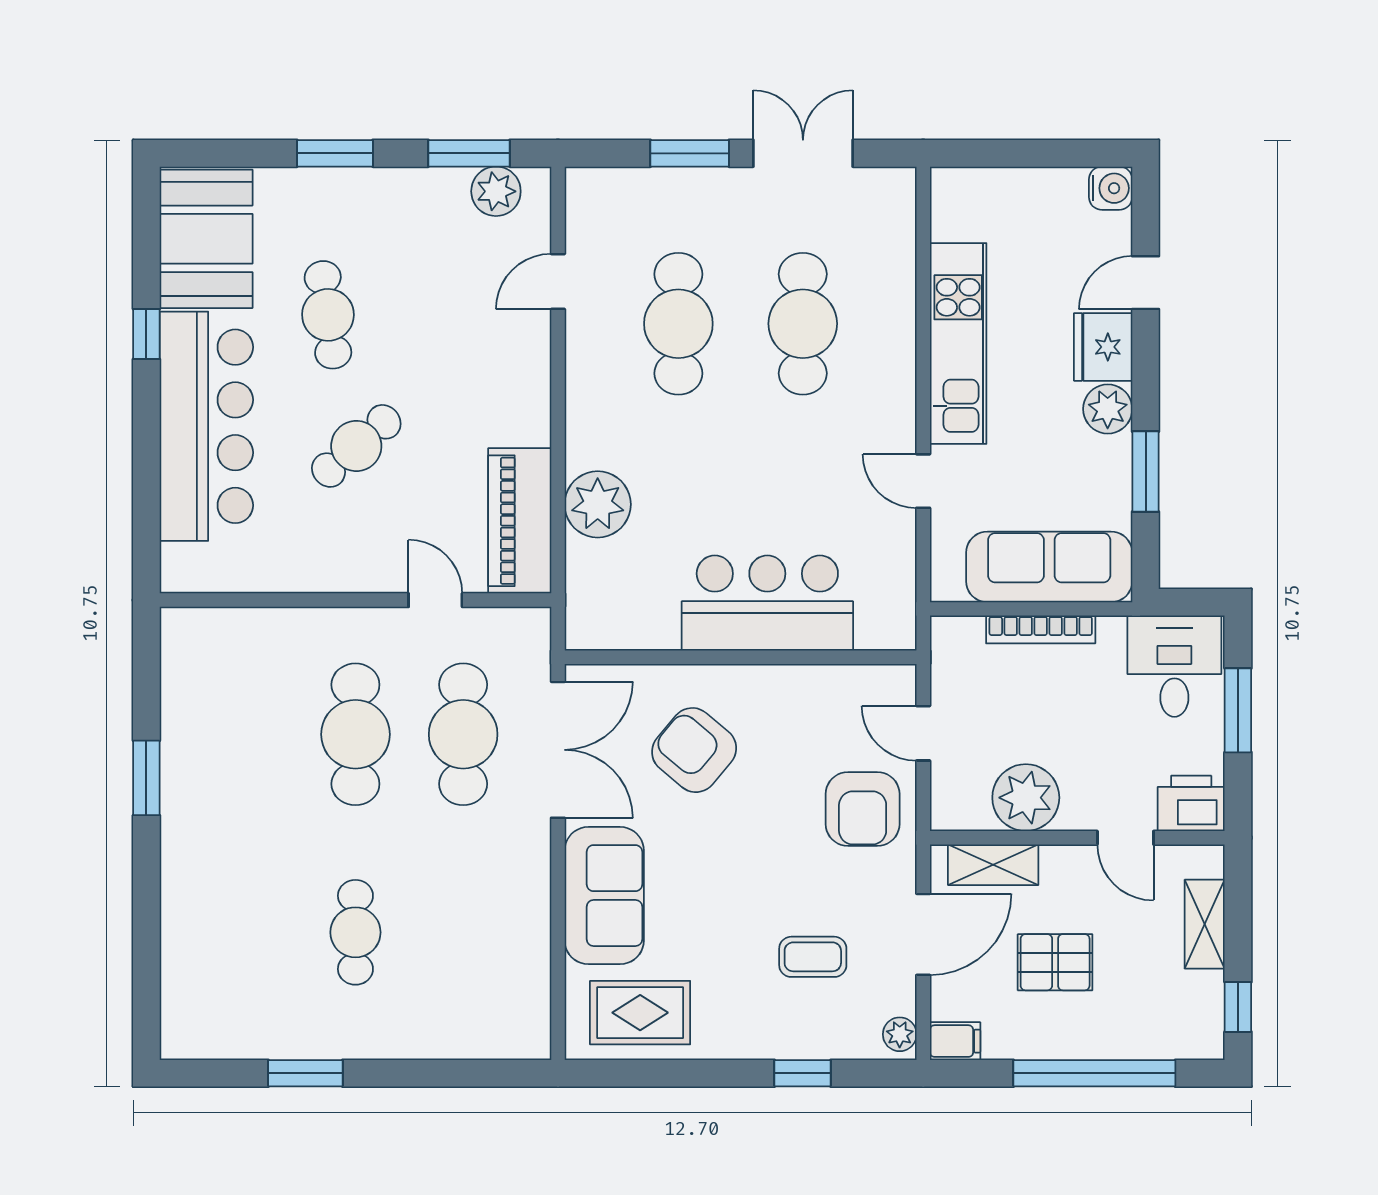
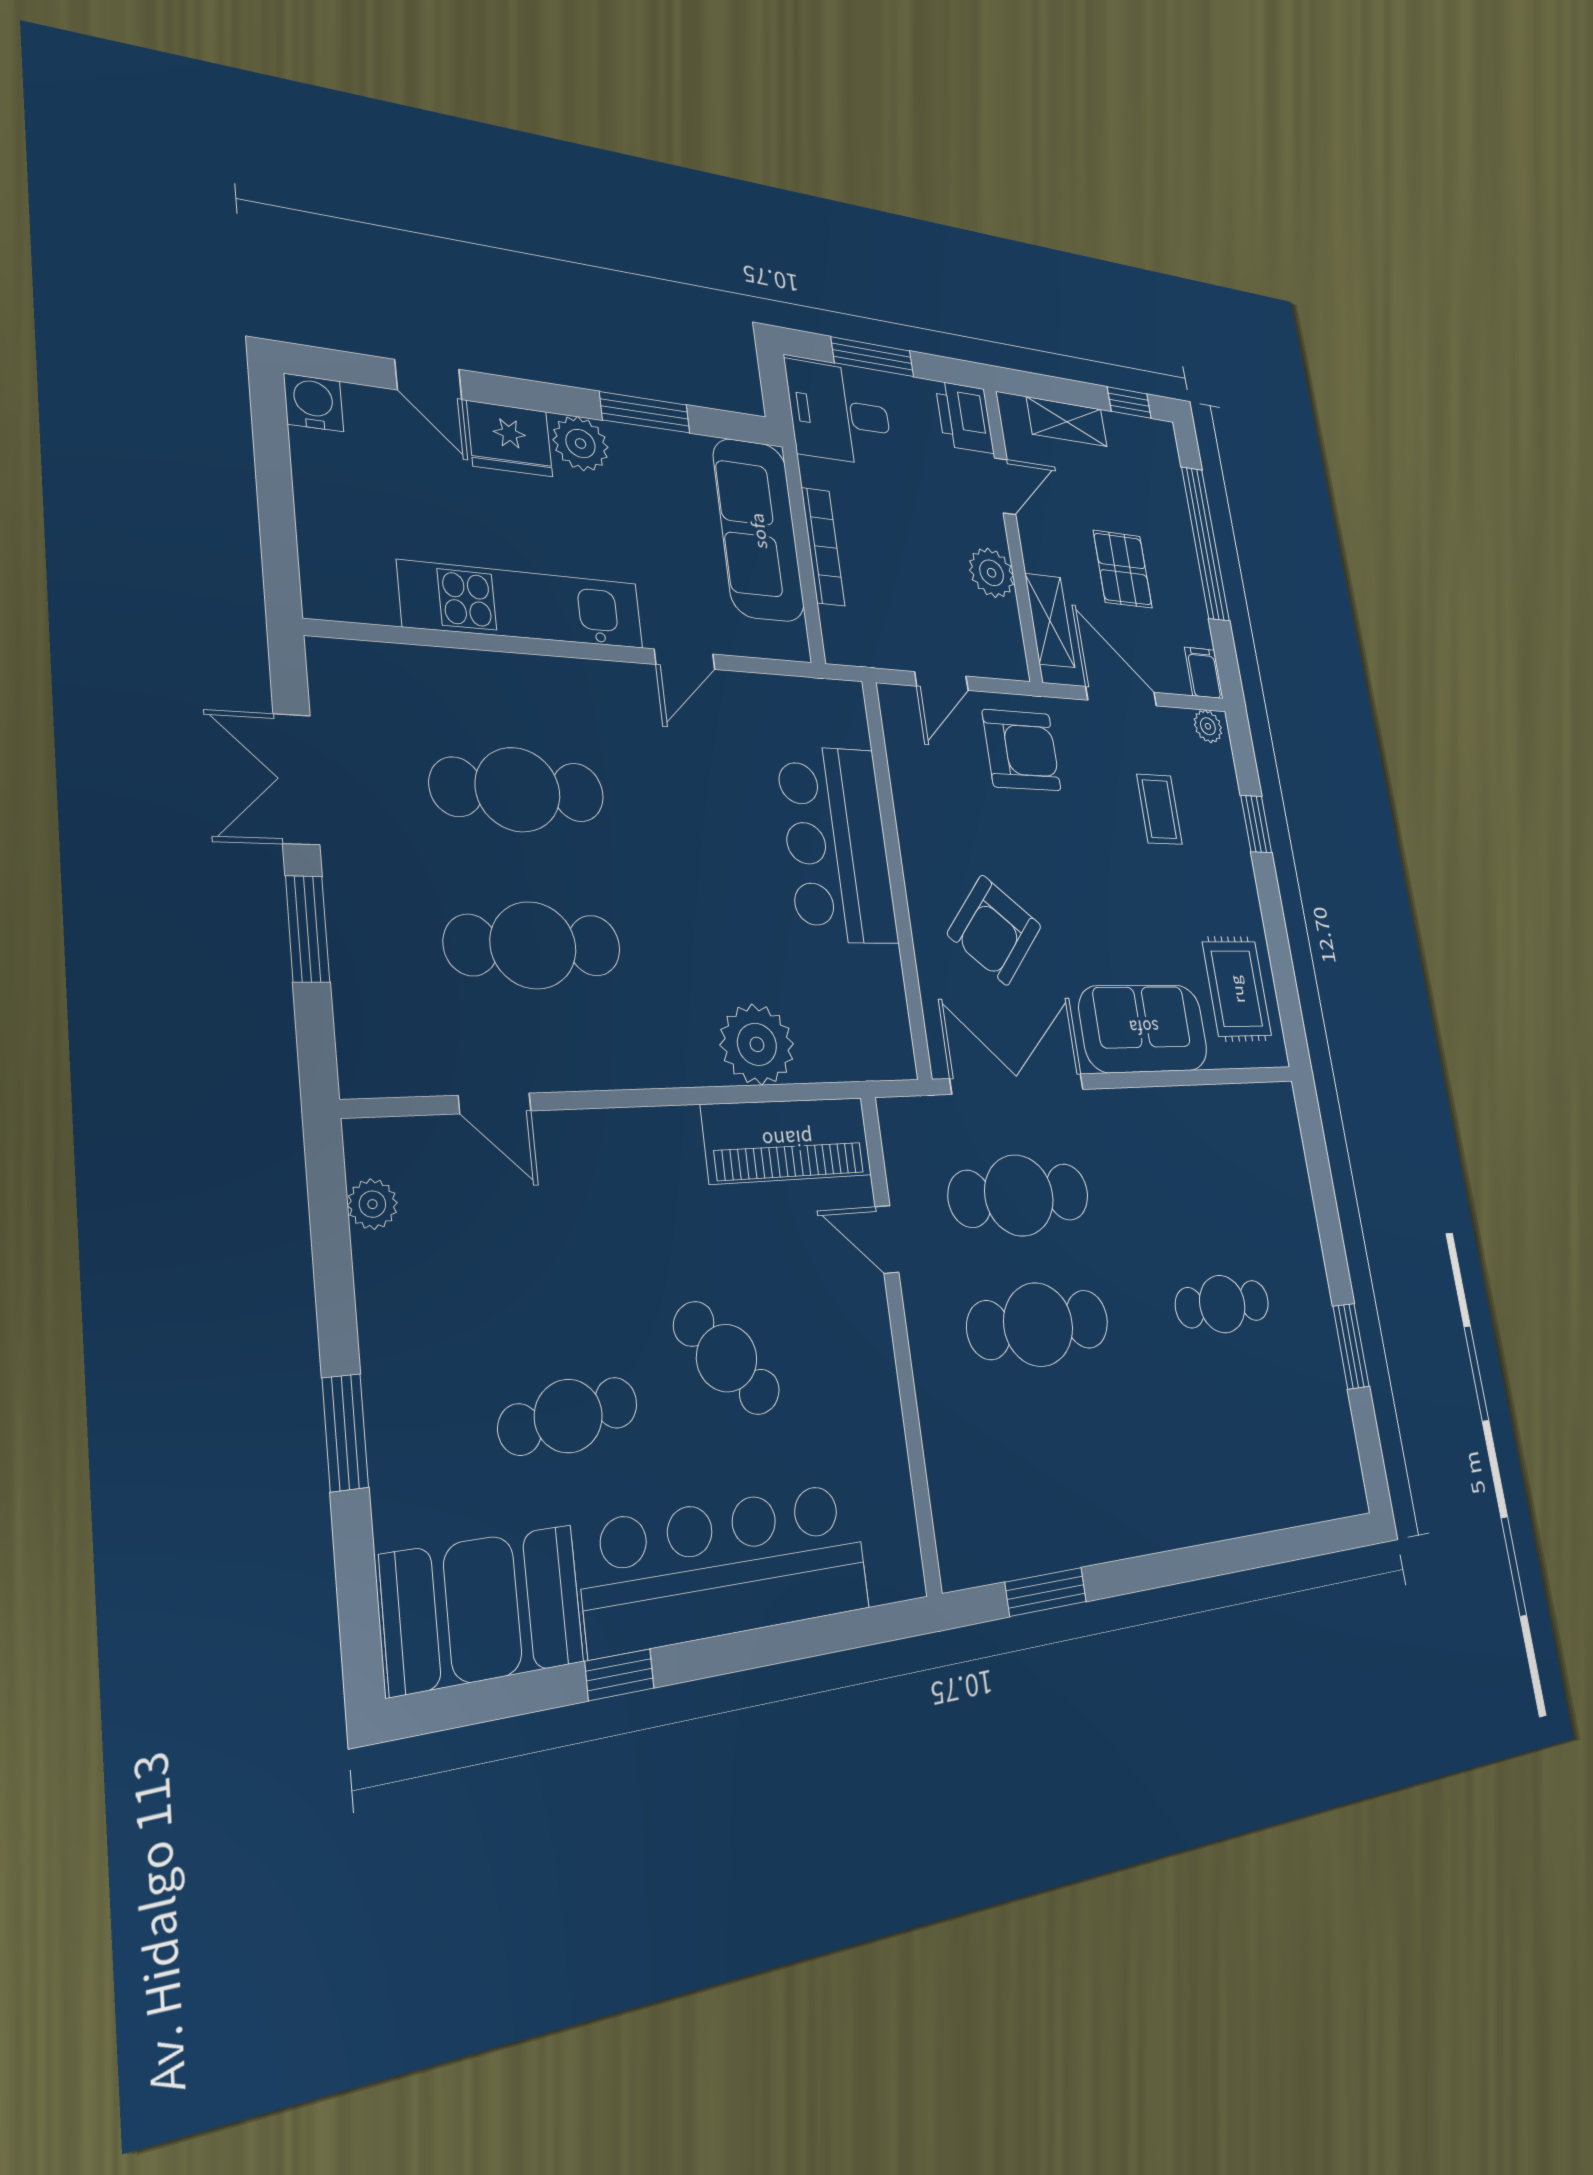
window: (469, 153) -> (331, 1236), removed
plant: (496, 191) -> (372, 1204), width x0.73, depth x0.73
door: (435, 600) -> (887, 1240), hinge flipped
window: (146, 778) -> (1046, 1592), moved
plant: (1026, 798) -> (992, 573), width x0.73, depth x0.73

